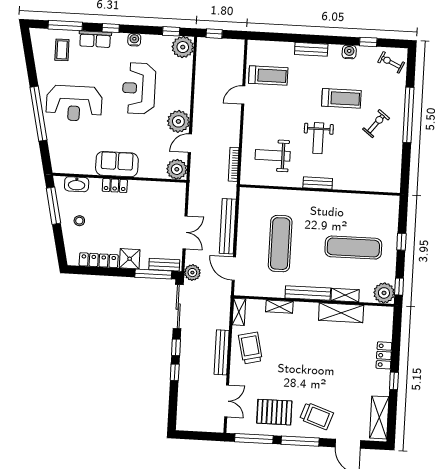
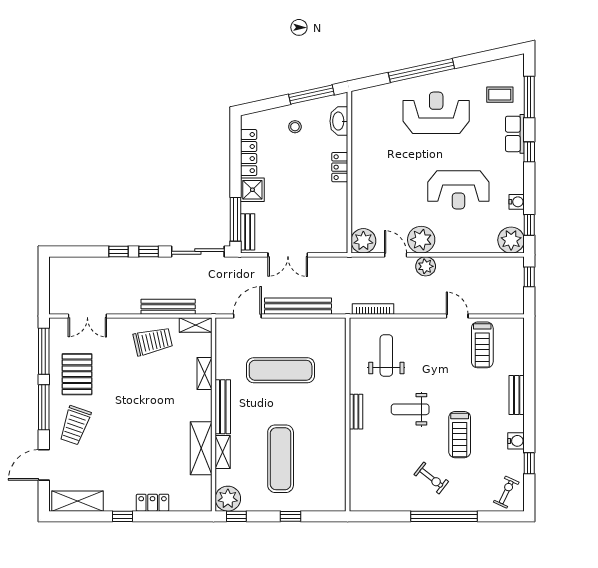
water cooler: (134, 40) -> (517, 202), moved
reception desk: (139, 88) -> (458, 190), turned 180
reception desk: (74, 103) -> (436, 113), turned 90
sofa: (117, 164) -> (366, 168), removed
plant: (192, 273) -> (426, 266), moved
bench: (222, 352) -> (168, 307), moved

